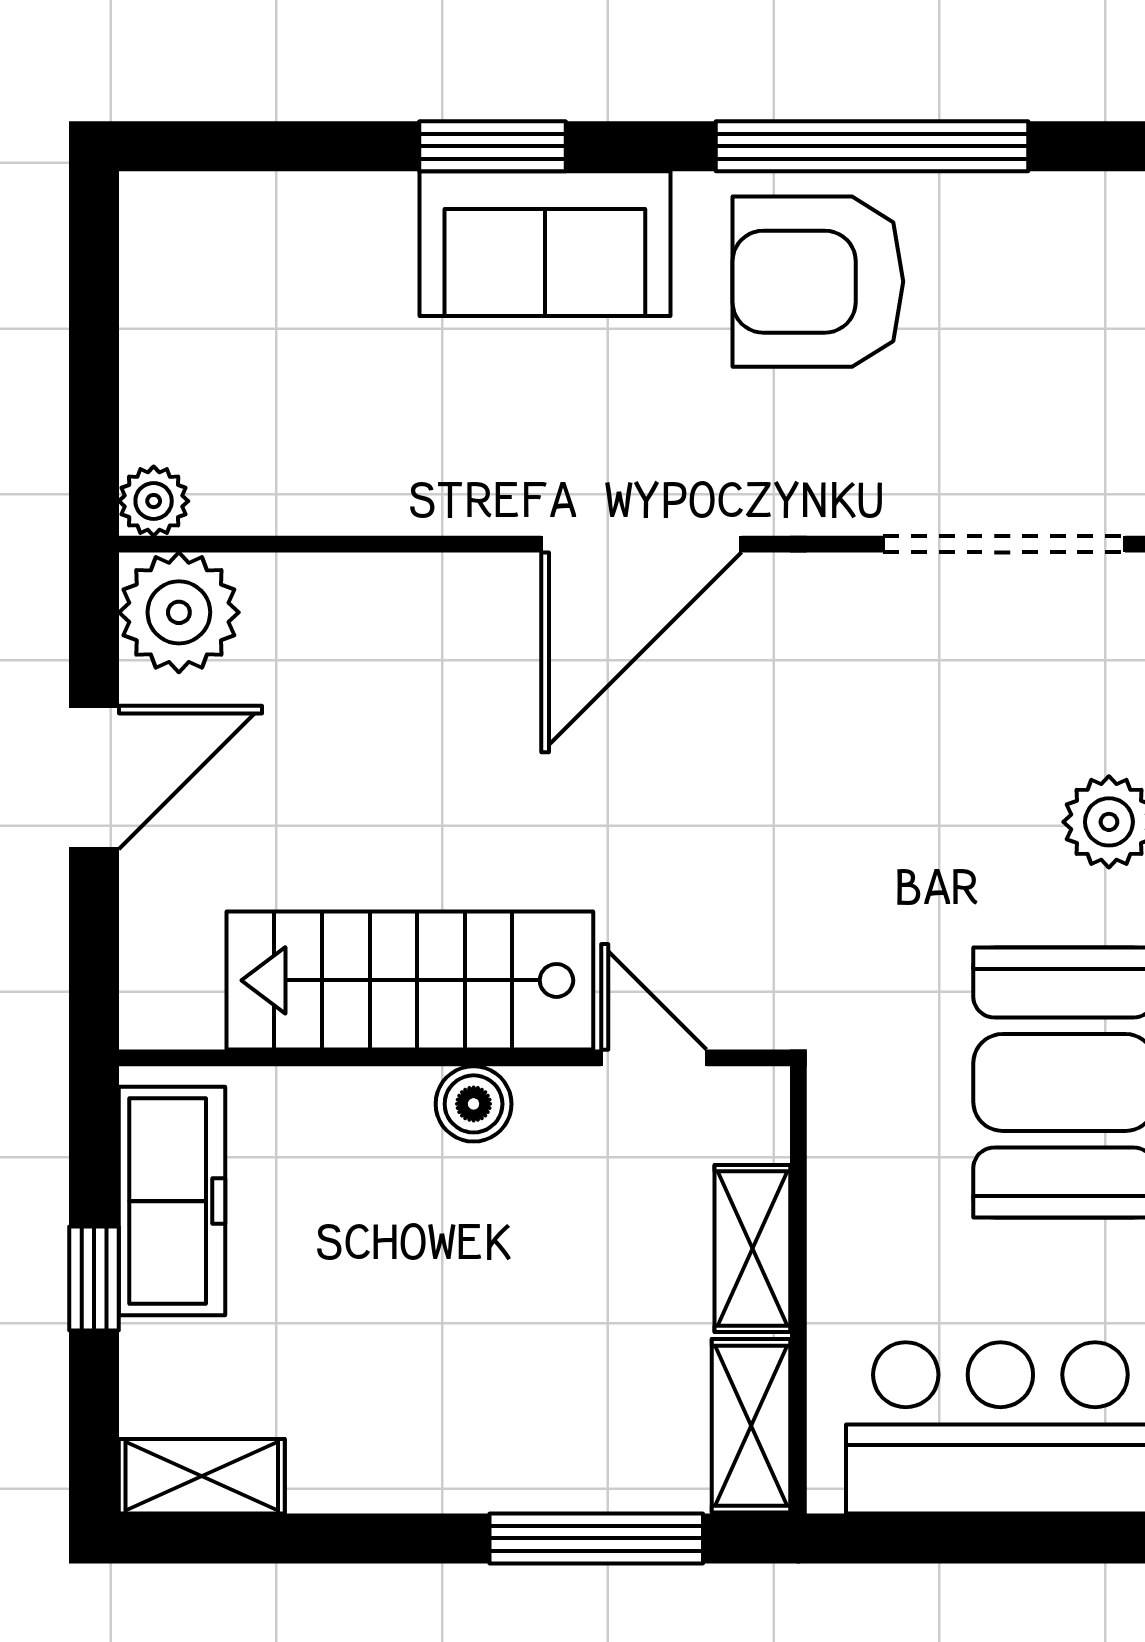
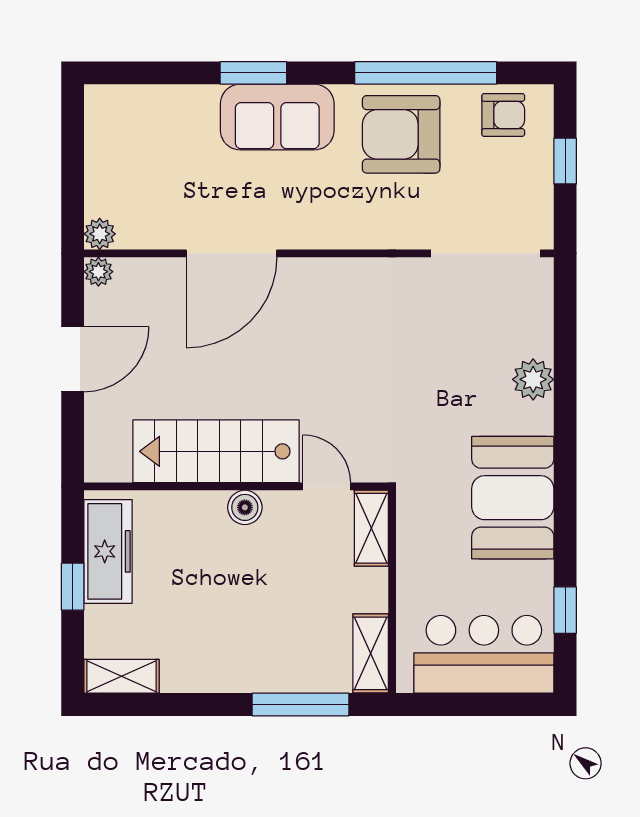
armchair: (1043, 239) -> (503, 115), added
door: (641, 544) -> (232, 253), moved
plant: (179, 612) -> (98, 272), width x0.53, depth x0.53
shelving: (752, 1249) -> (371, 528), moved

